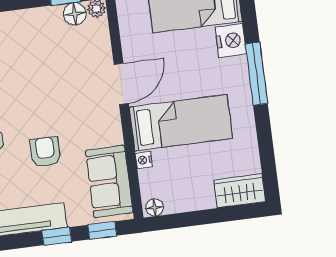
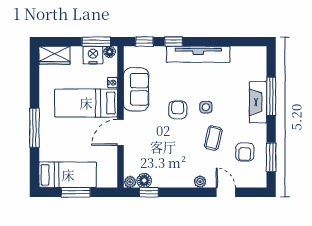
nightstand: (231, 41) -> (93, 55), moved, turned 90
armchair: (45, 152) -> (178, 110), moved, turned 180
sofa: (109, 181) -> (136, 89), moved
window: (177, 221) -> (96, 42), added

